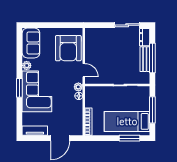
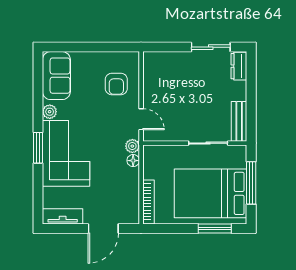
armchair: (68, 48) -> (116, 84), width x0.53, depth x0.53
window: (152, 58) -> (251, 100), removed
bench: (145, 59) -> (239, 121), moved
bed: (127, 121) -> (211, 193), width x1.50

